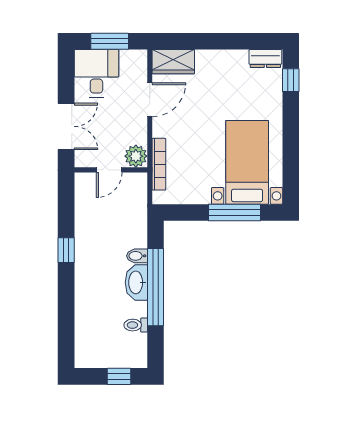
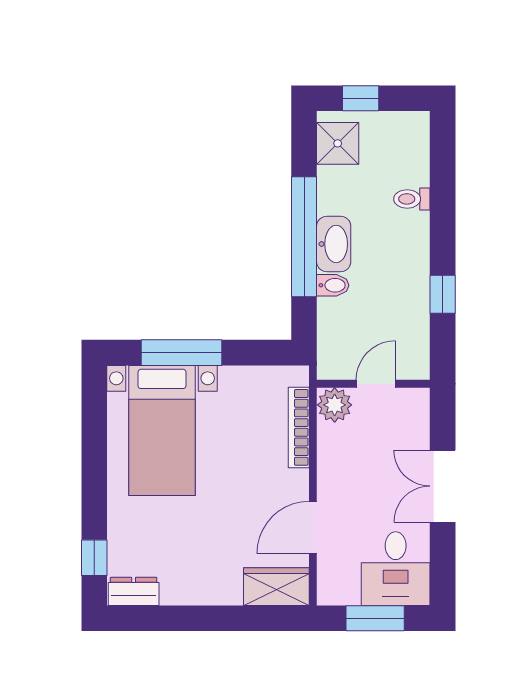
plant: (136, 156) -> (335, 405), moved
door: (109, 170) -> (376, 384), moved
wall: (111, 170) -> (373, 384), moved
toilet: (136, 325) -> (412, 199), moved, turned 180
shower: (134, 347) -> (338, 143), added

